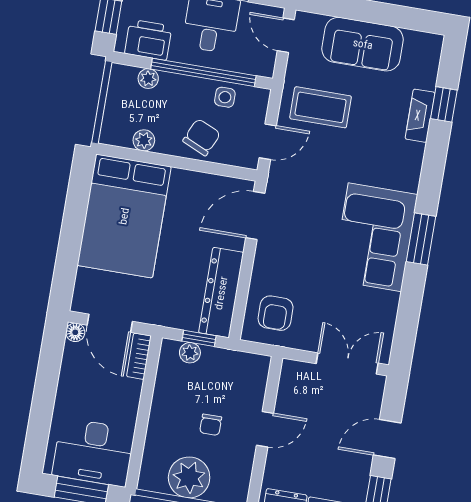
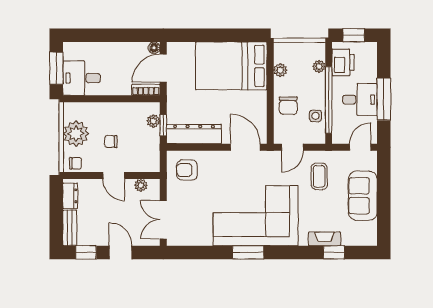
coffee table: (321, 107) -> (319, 176), width x0.73, depth x0.77
chair: (202, 137) -> (288, 106), turned 66
door: (268, 142) -> (292, 147), hinge flipped
corner sofa: (375, 237) -> (256, 216), width x1.36, depth x1.36
double door: (347, 363) -> (163, 220), swing flipped
plant: (287, 389) -> (141, 185), added
desk: (94, 452) -> (82, 78), width x0.73
chair: (235, 486) -> (75, 163), added

